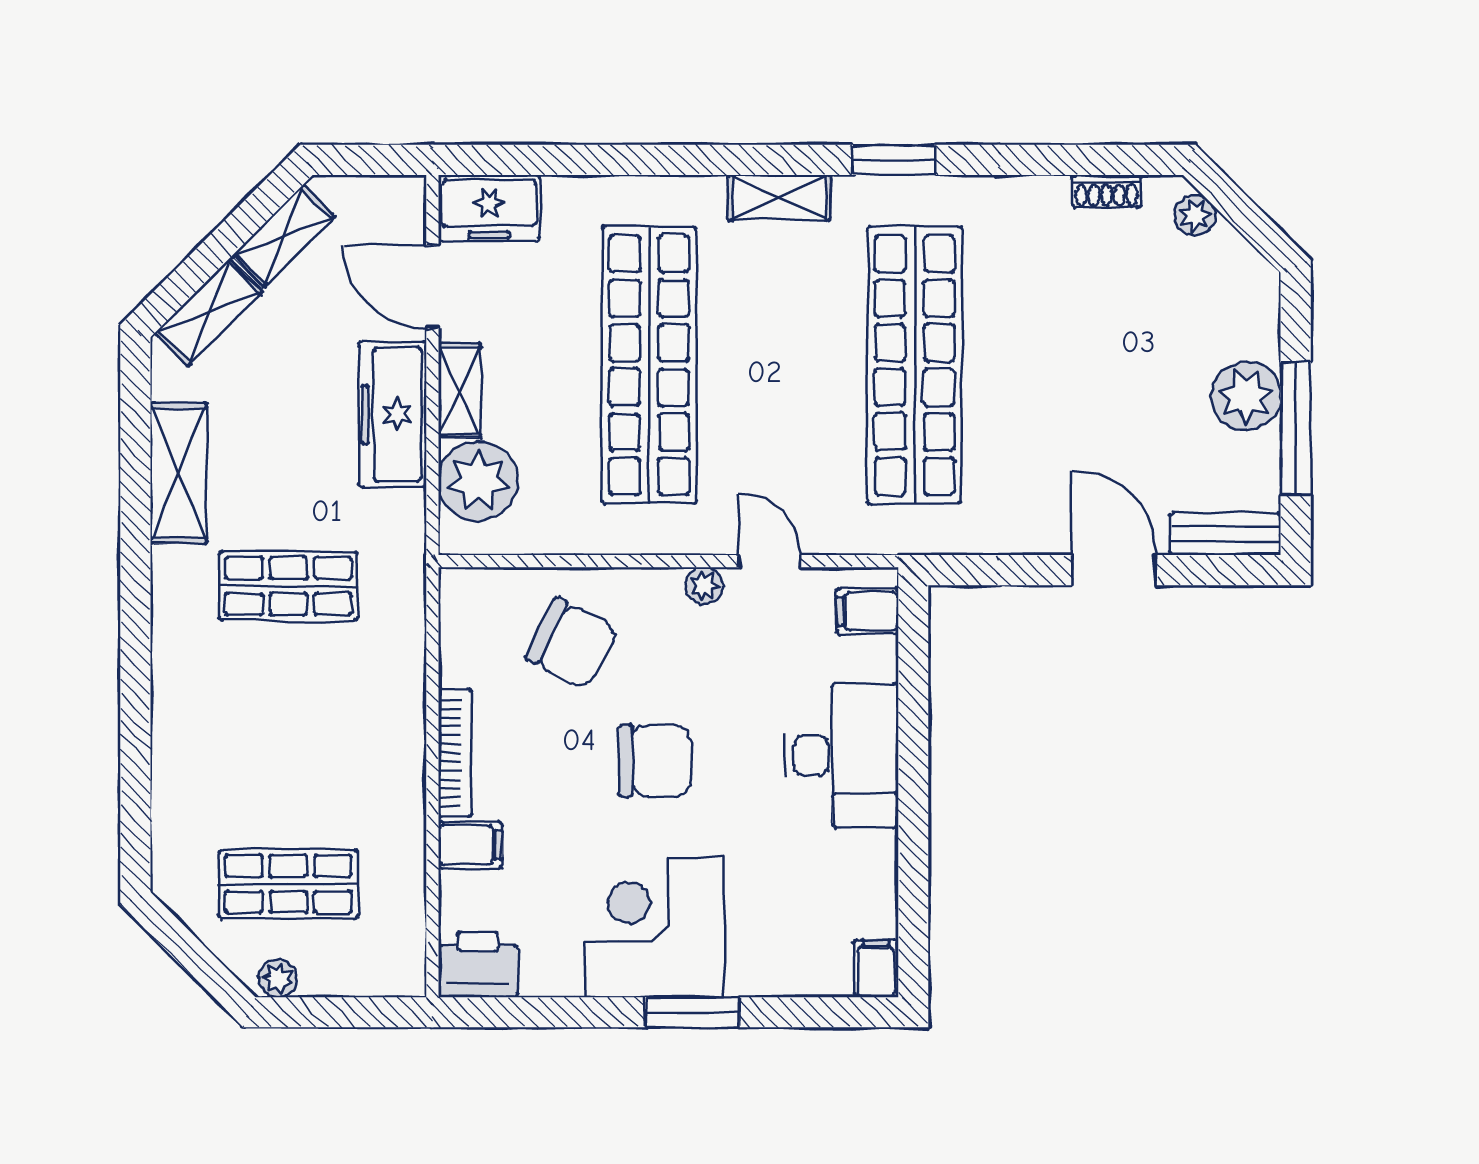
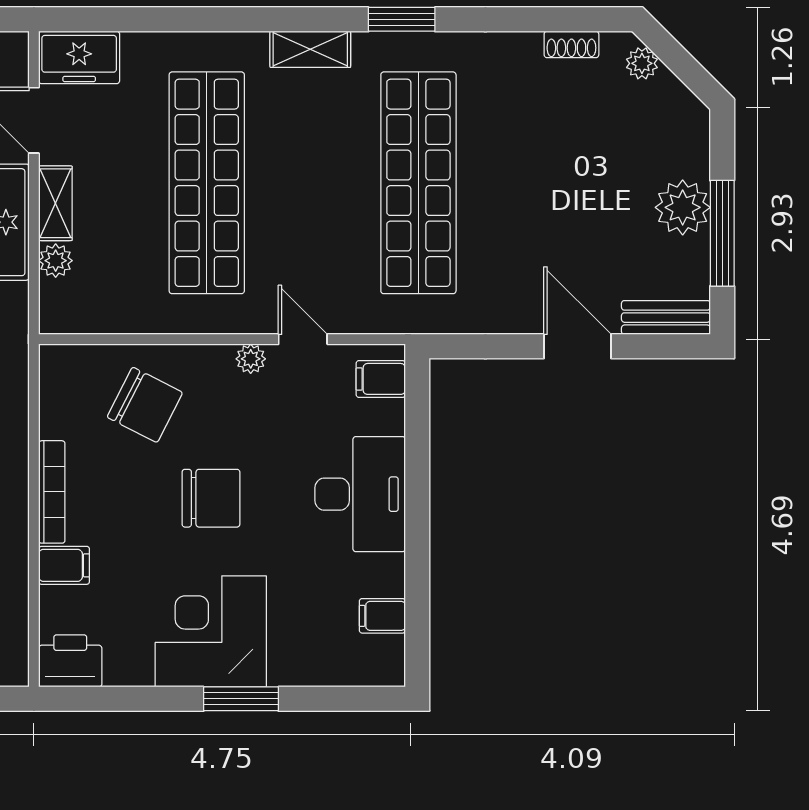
plant: (478, 481) -> (56, 261), width x0.53, depth x0.53
filing cabinet: (876, 968) -> (382, 616), moved, turned -90

